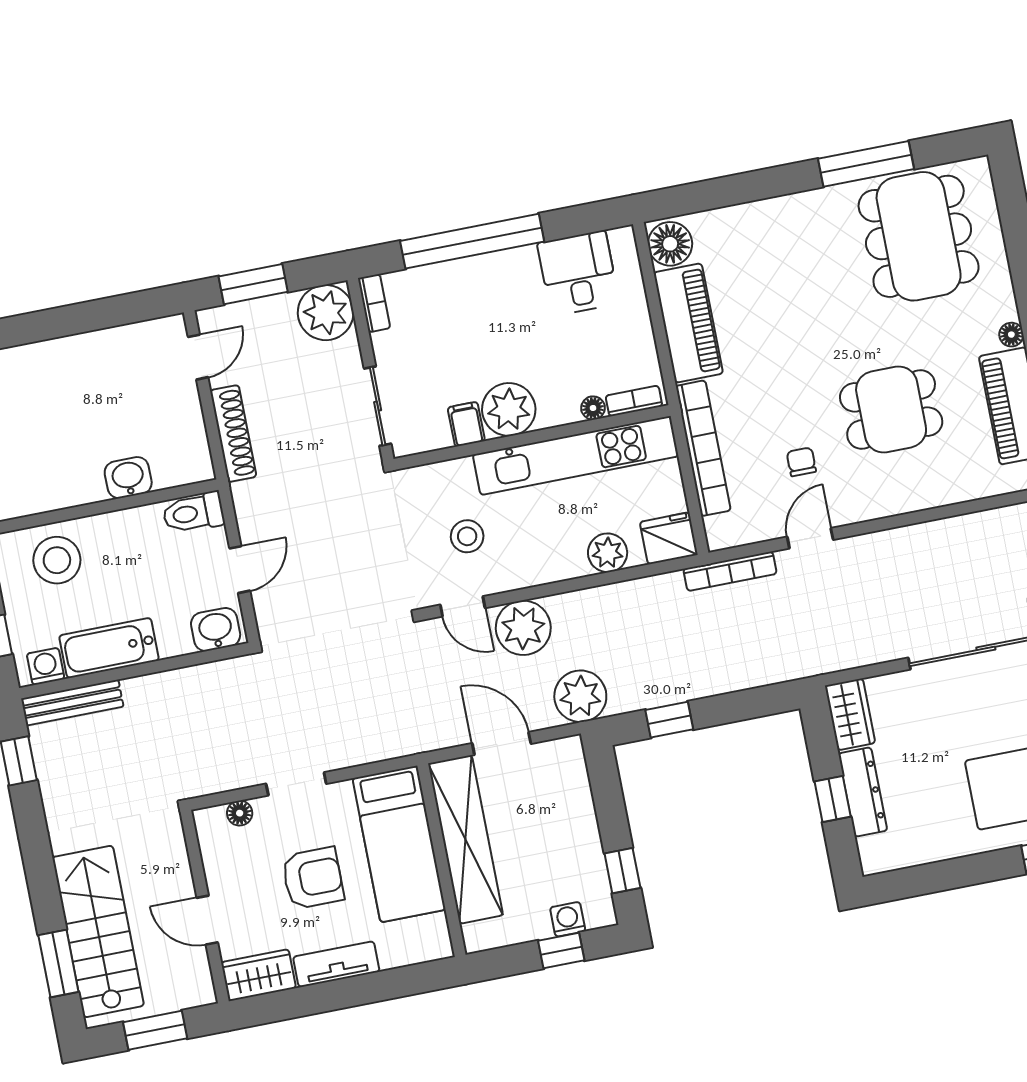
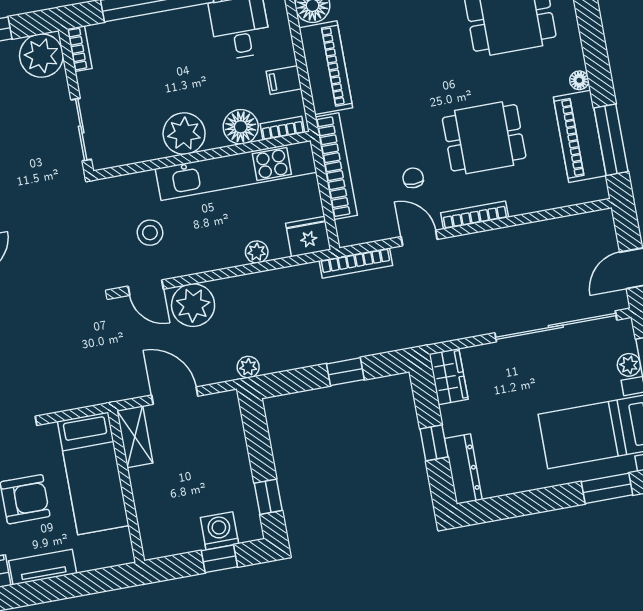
floor lamp: (593, 408) -> (241, 127), width x1.89, depth x1.89
filing cabinet: (466, 424) -> (284, 80), moved, turned -90
bookcase: (880, 508) -> (475, 215), added
door: (810, 538) -> (419, 238), hinge flipped
plant: (608, 553) -> (257, 252), width x0.73, depth x0.73
plant: (580, 696) -> (248, 367), width x0.53, depth x0.53
window: (669, 720) -> (345, 372), moved
dresser: (863, 792) -> (463, 469), moved
shelving: (465, 839) -> (135, 437), width x0.45, depth x0.75
washing machine: (568, 919) -> (219, 531), width x1.38, depth x1.38

